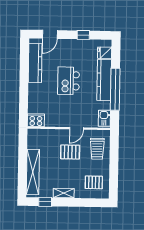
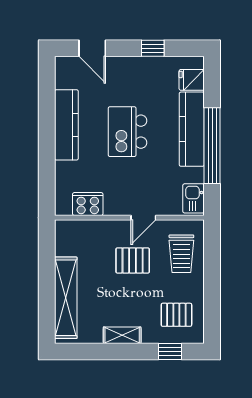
door: (50, 34) -> (92, 48), hinge flipped
kitchen counter: (35, 63) -> (66, 125), moved
cooker: (36, 120) -> (88, 204), moved
window: (45, 202) -> (170, 351), moved

